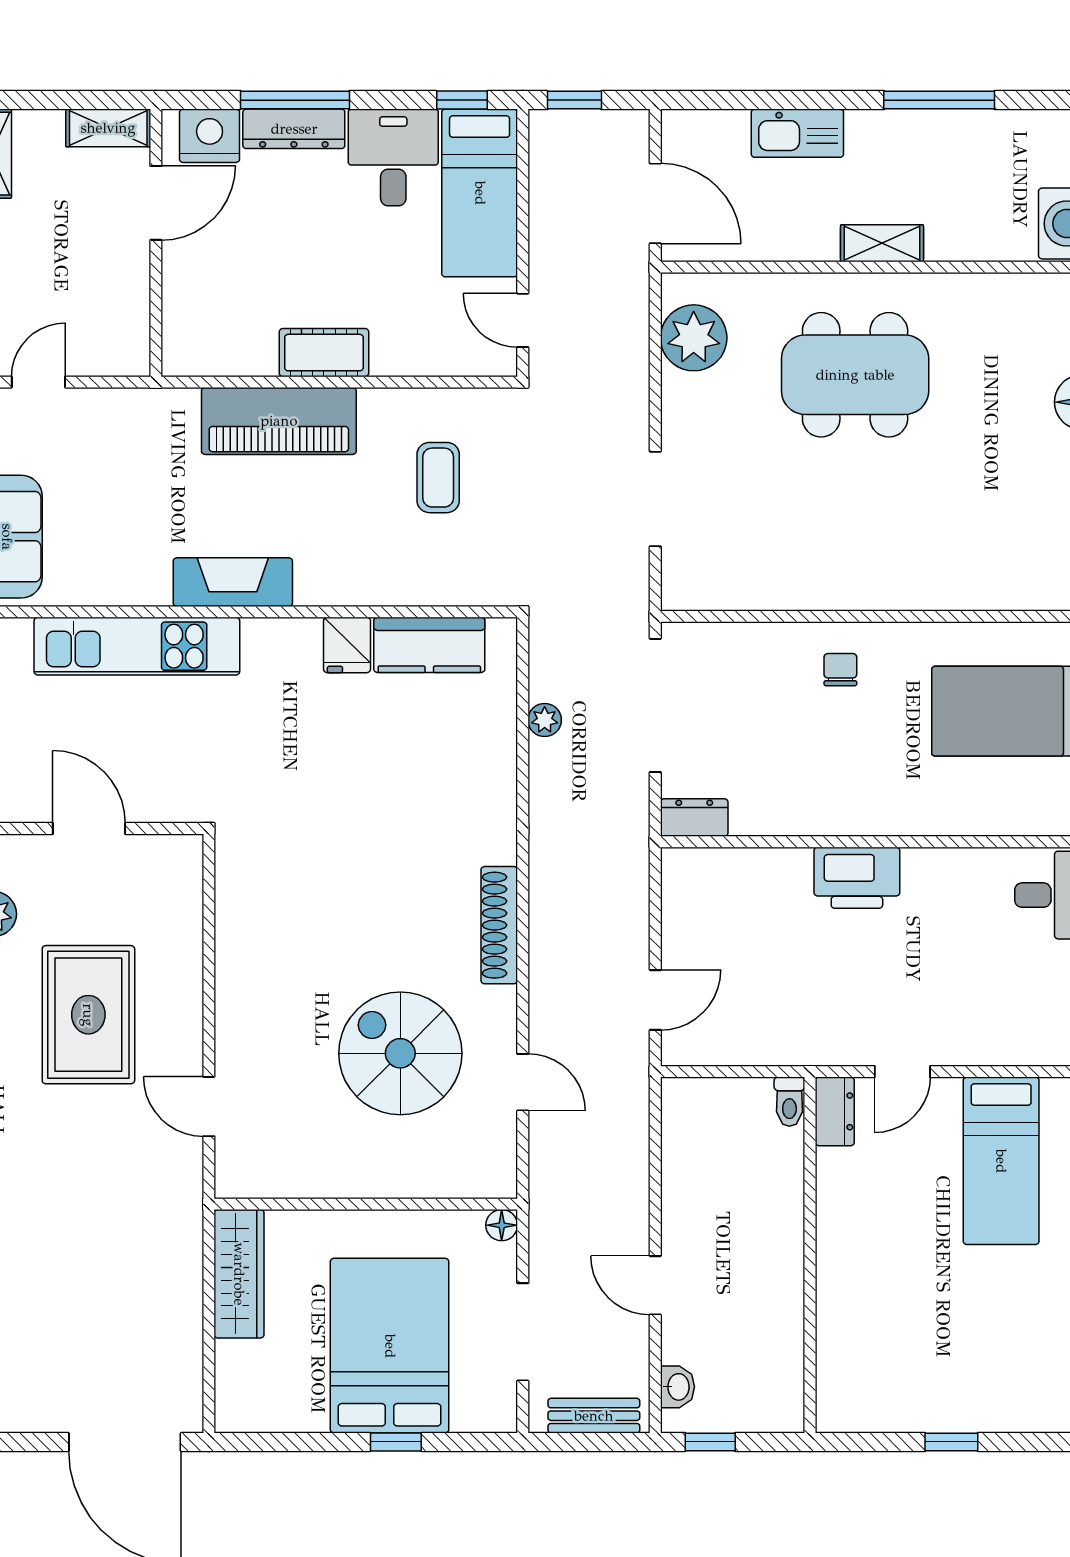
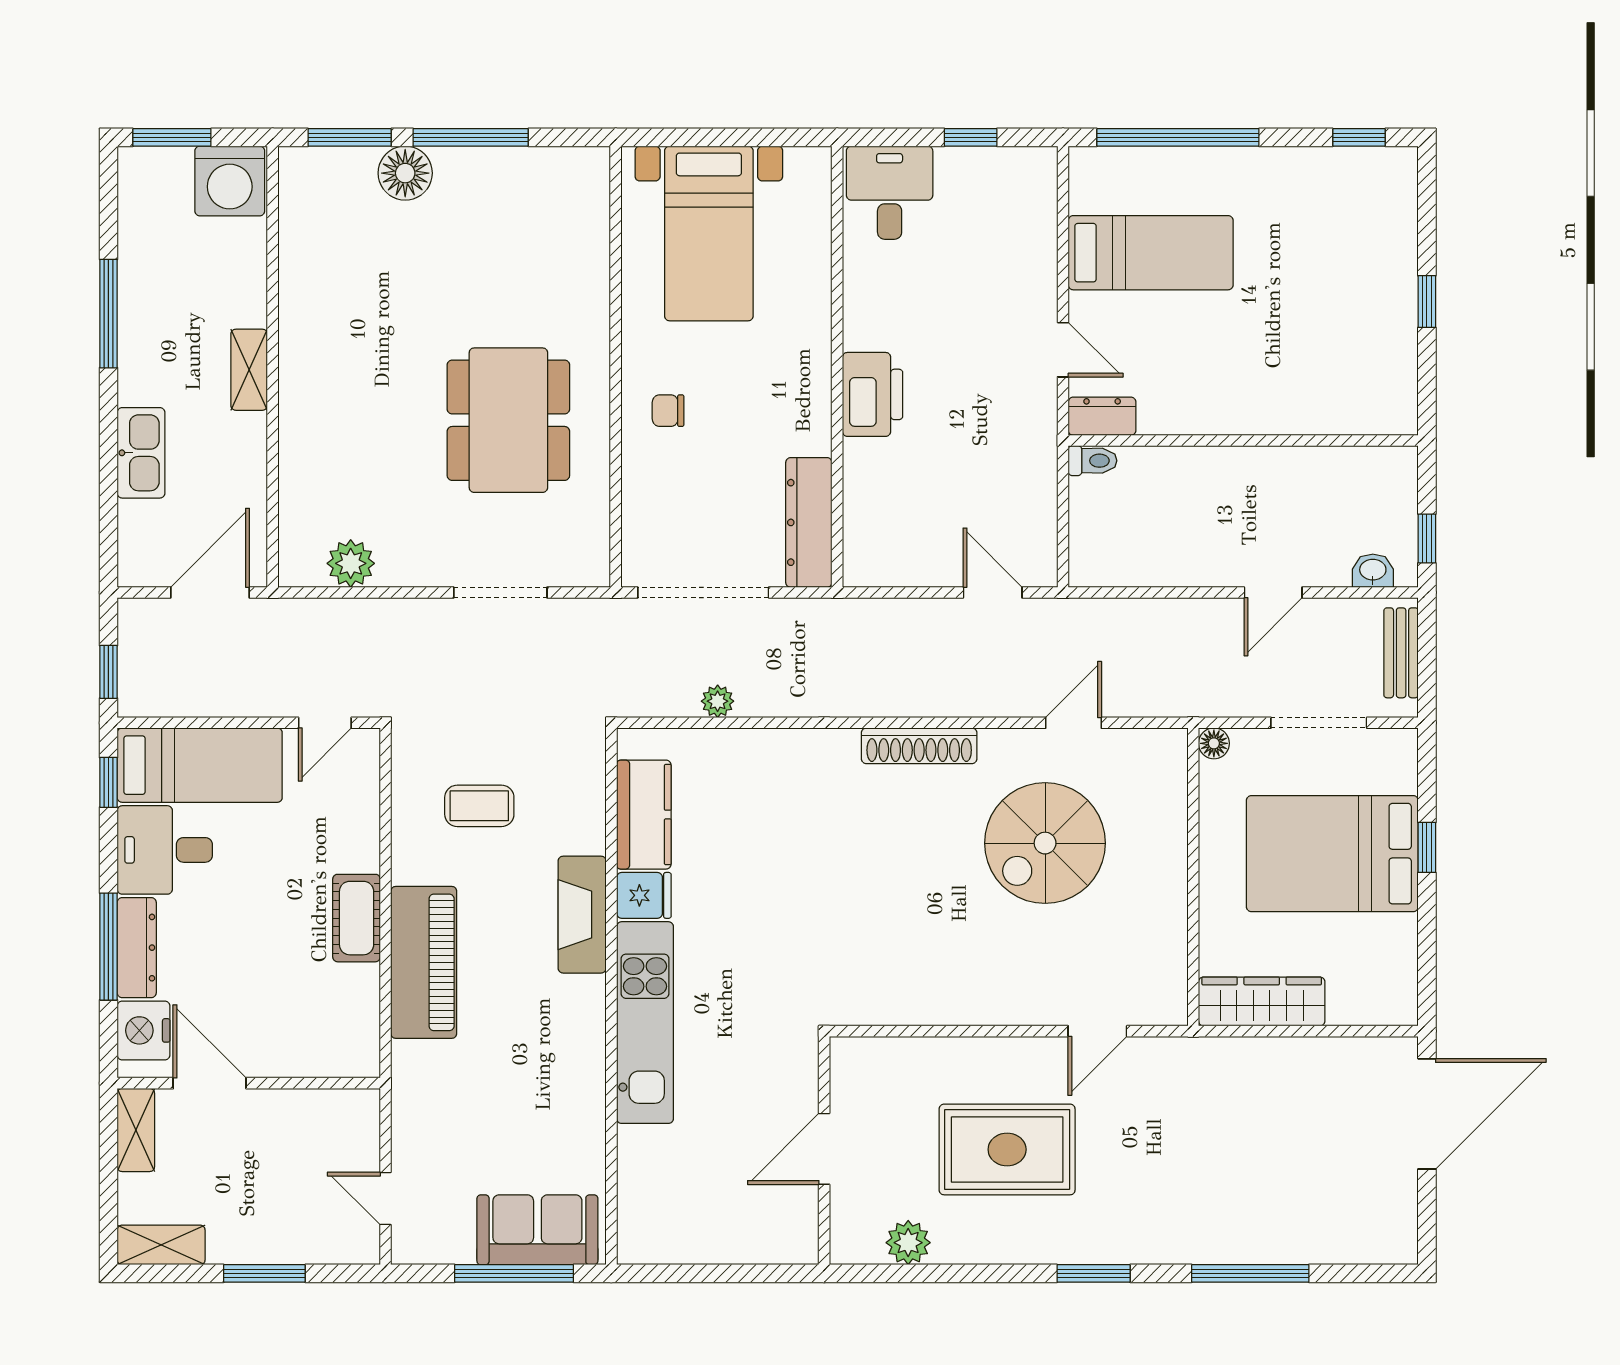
plant: (694, 338) -> (351, 563), width x0.73, depth x0.73
dining table: (855, 375) -> (508, 420), moved
fireplace: (233, 582) -> (582, 915), moved
kitchen unit: (137, 646) -> (645, 1023), moved
dresser: (694, 818) -> (809, 522), width x1.96, depth x1.24

